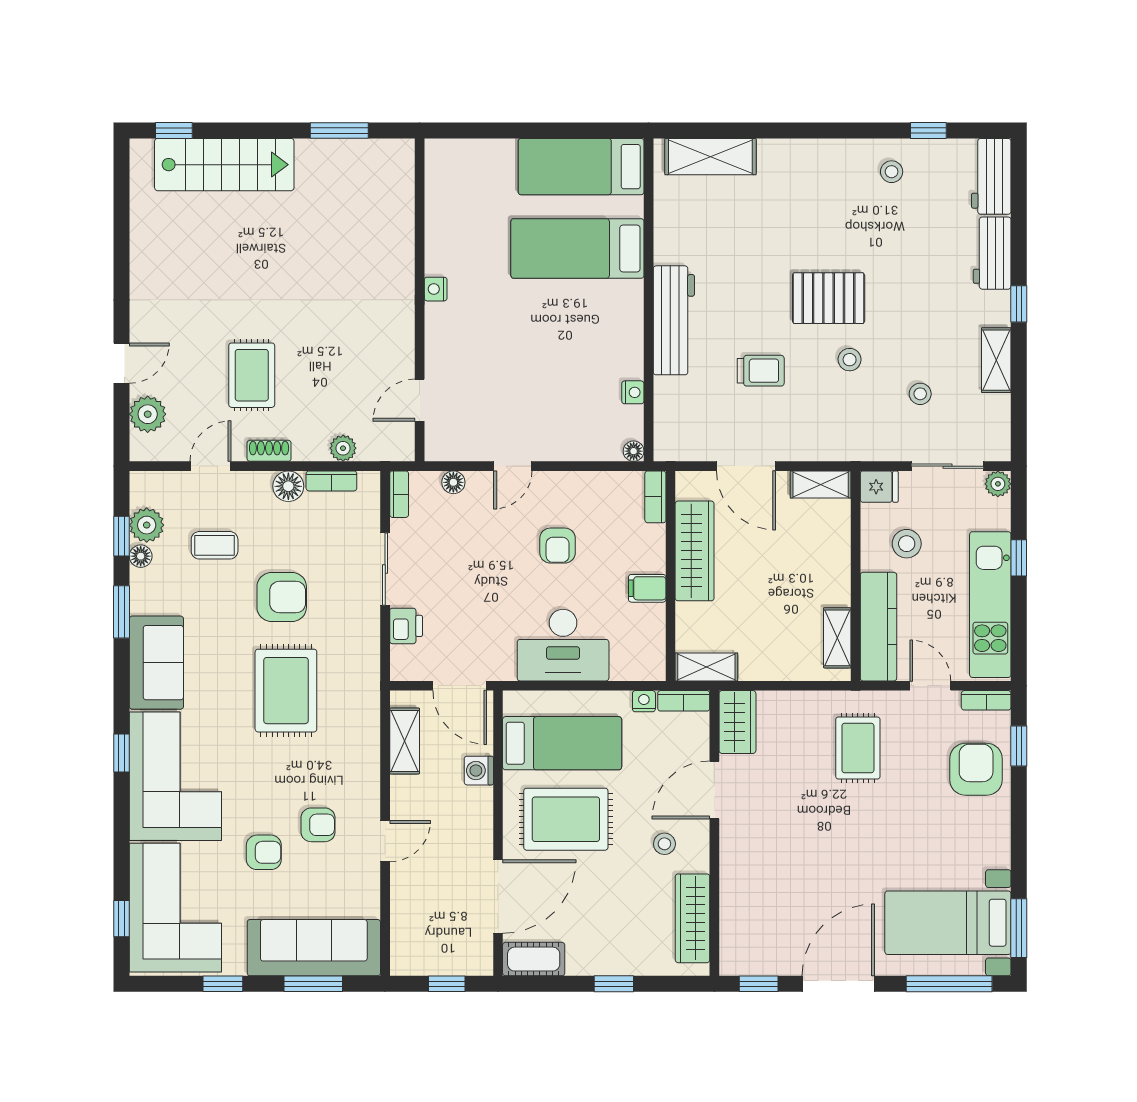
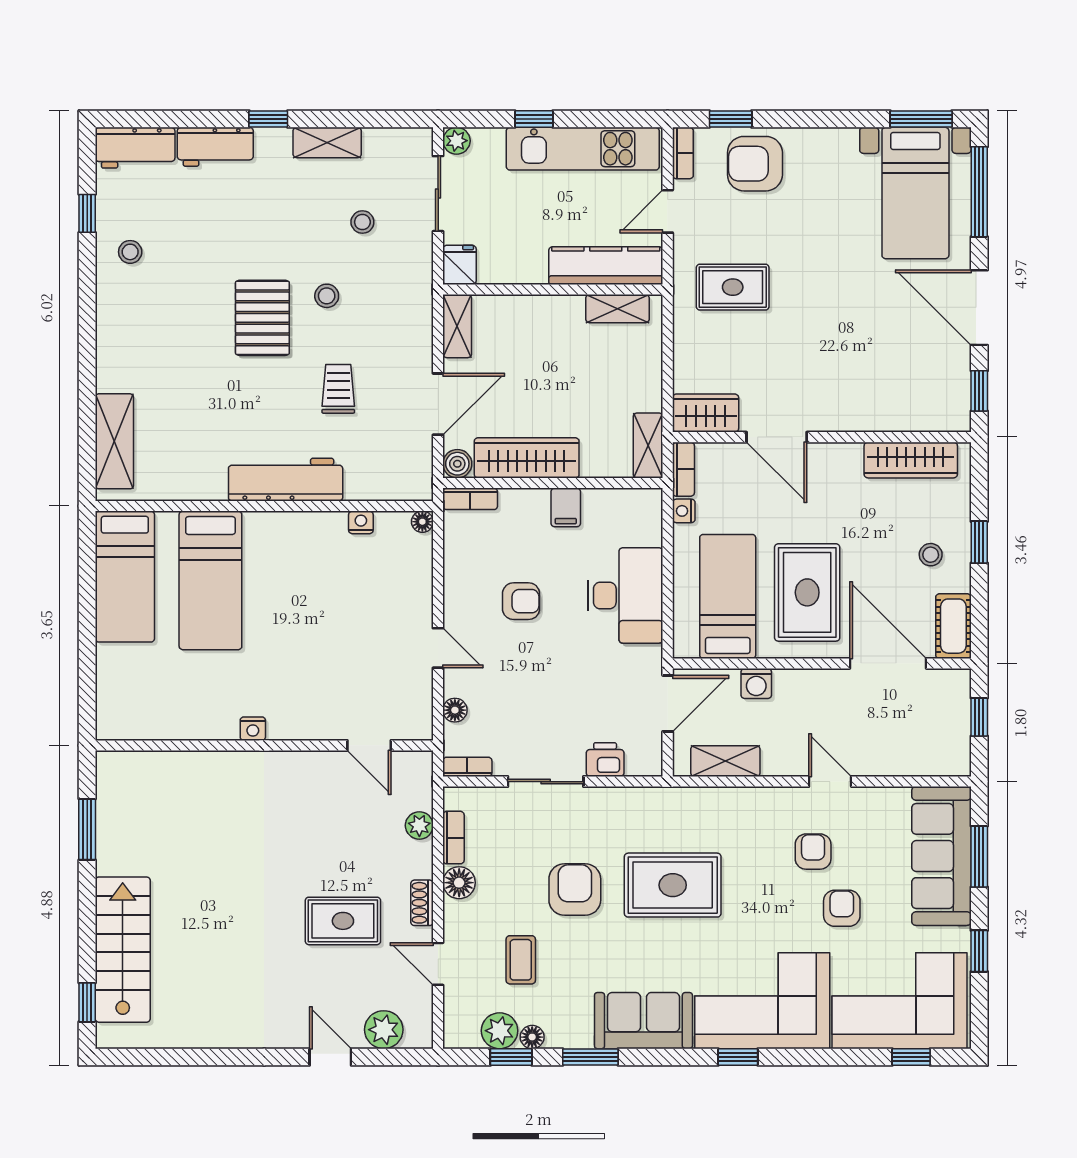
boiler: (689, 485) -> (457, 464), added
stool: (907, 544) -> (519, 236), removed
stool: (664, 844) -> (931, 555), moved

